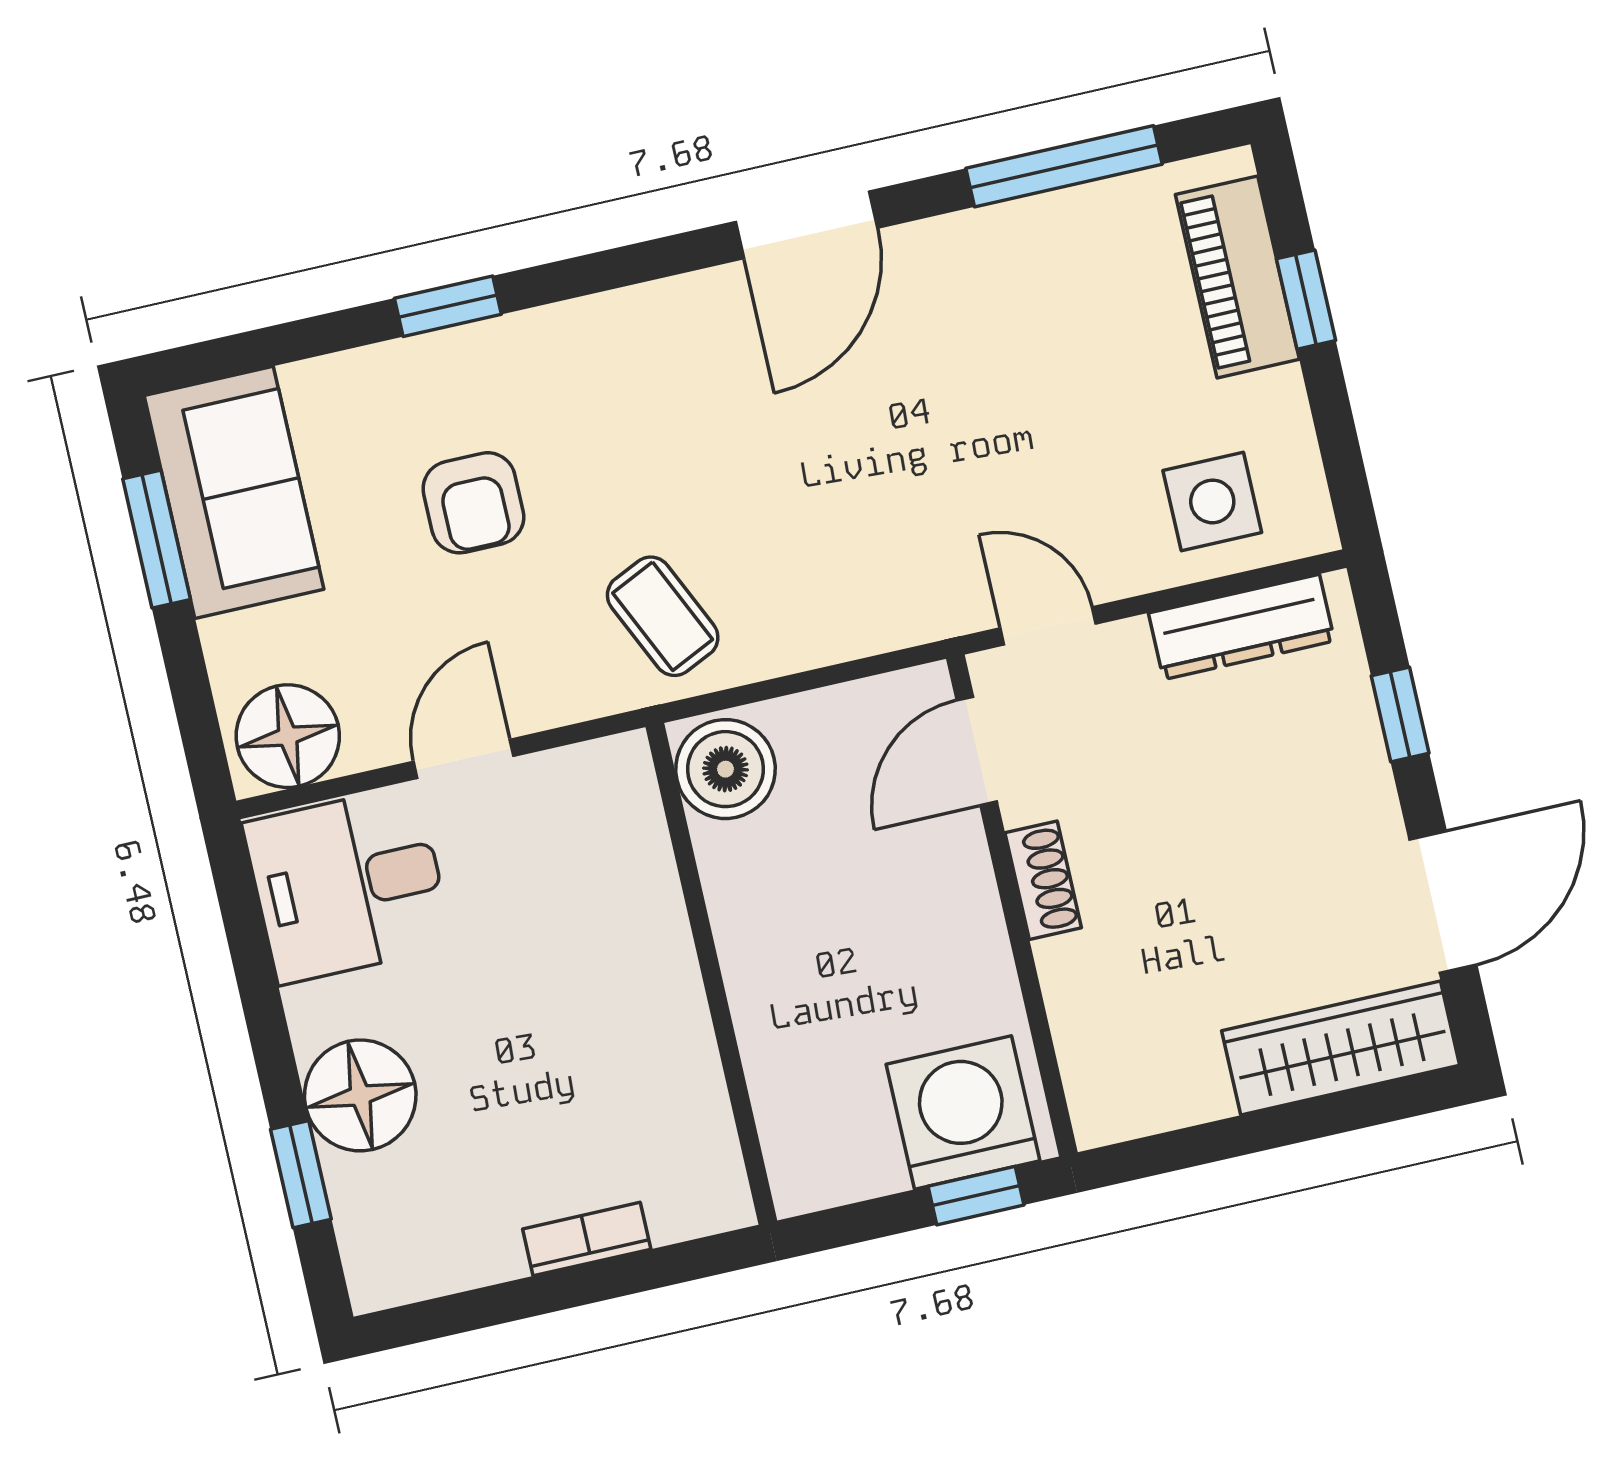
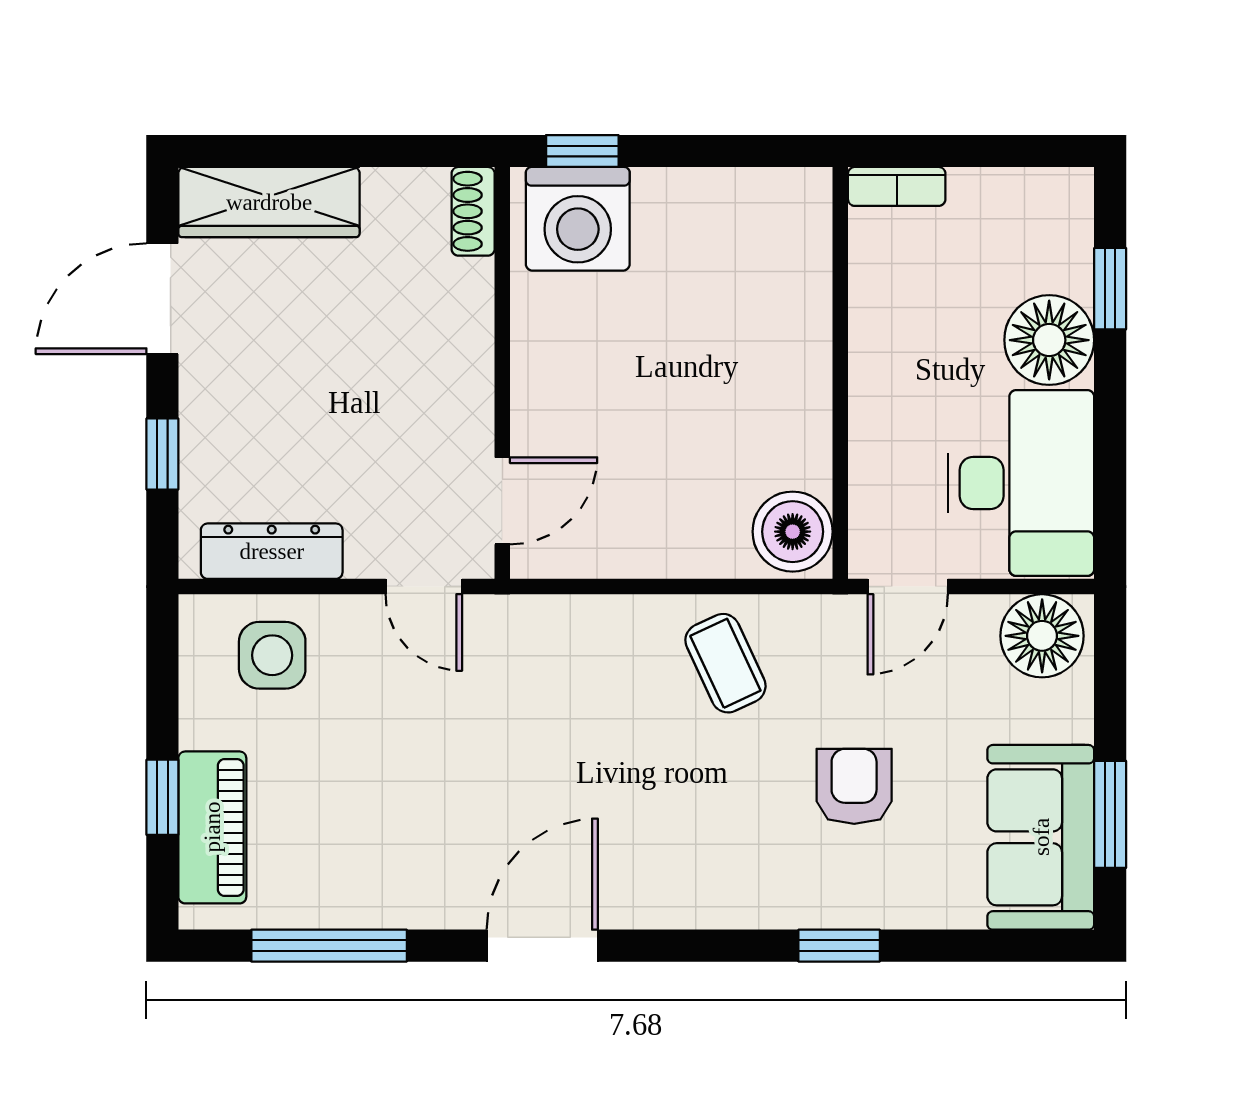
boiler: (726, 769) -> (793, 532), moved
shoe rack: (1043, 880) -> (473, 211), moved
desk: (348, 885) -> (1021, 483), width x1.37
wall: (711, 974) -> (840, 373), moved

